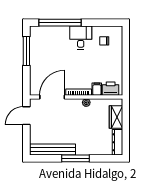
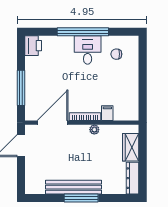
window: (60, 23) -> (83, 32), moved
window: (26, 51) -> (21, 88), moved
printer: (111, 89) -> (33, 46), moved, turned 90
bench: (53, 150) -> (74, 187), moved

